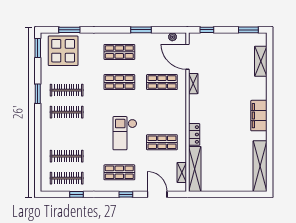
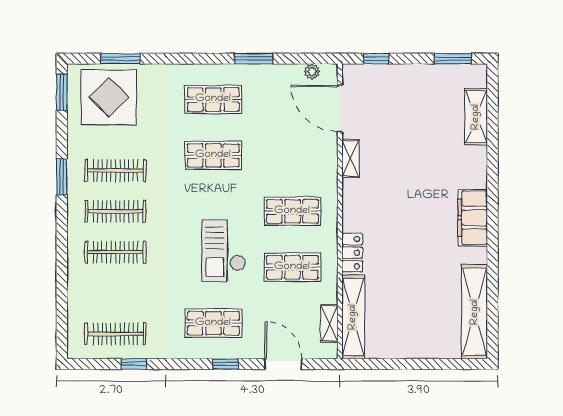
shop shelf: (162, 82) -> (292, 211), moved
clothes rail: (67, 156) -> (115, 252), moved

